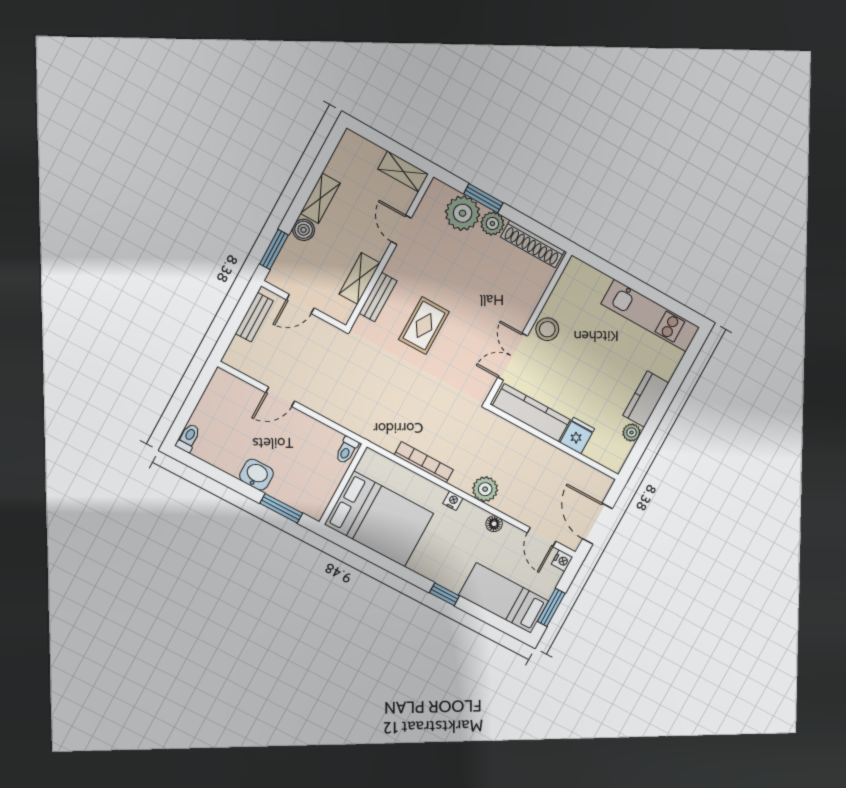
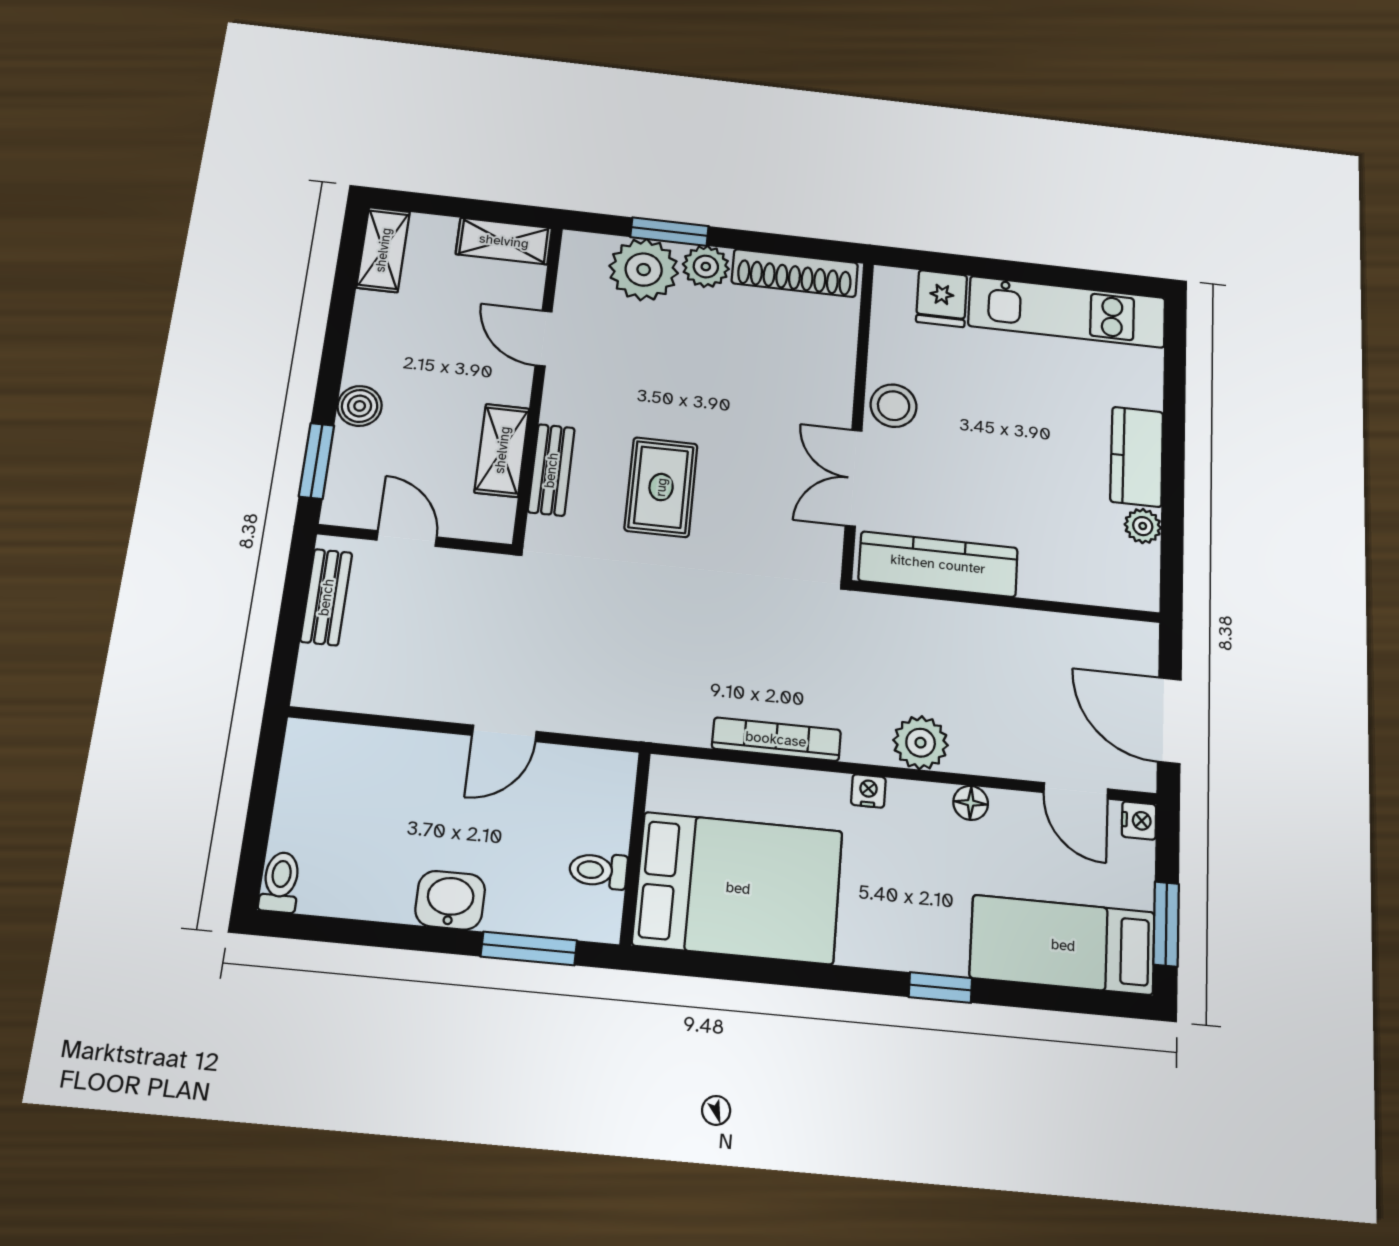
shelving: (320, 198) -> (383, 250), moved
door: (300, 304) -> (407, 538), swing flipped
door: (280, 397) -> (504, 733), moved
fridge: (577, 436) -> (942, 299), moved, turned 180
toilet: (347, 450) -> (598, 870), moved, turned 90

